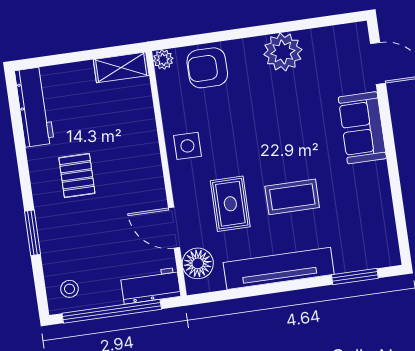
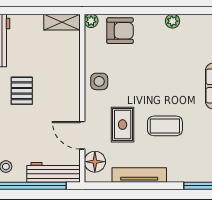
plant: (283, 52) -> (173, 21), width x0.53, depth x0.53
armchair: (207, 68) -> (120, 31), turned 180
tv unit: (279, 268) -> (139, 175), width x0.73, depth x0.78
workbench: (151, 286) -> (54, 172), width x1.38

